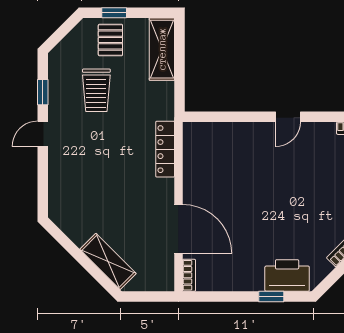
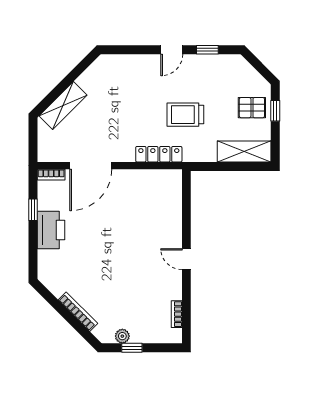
trolley: (96, 90) -> (185, 115), moved
door: (43, 134) -> (172, 50), swing flipped
printer: (287, 275) -> (51, 230), moved
window: (271, 296) -> (33, 210), moved

